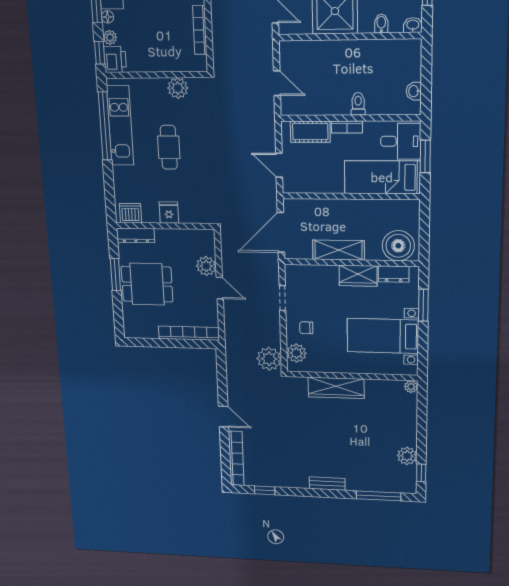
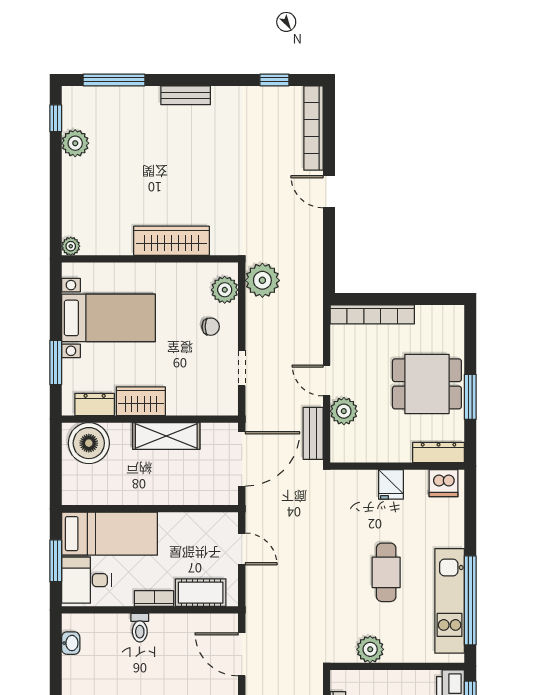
door: (277, 83) -> (242, 654), width x1.38
bench: (228, 250) -> (313, 433), added

